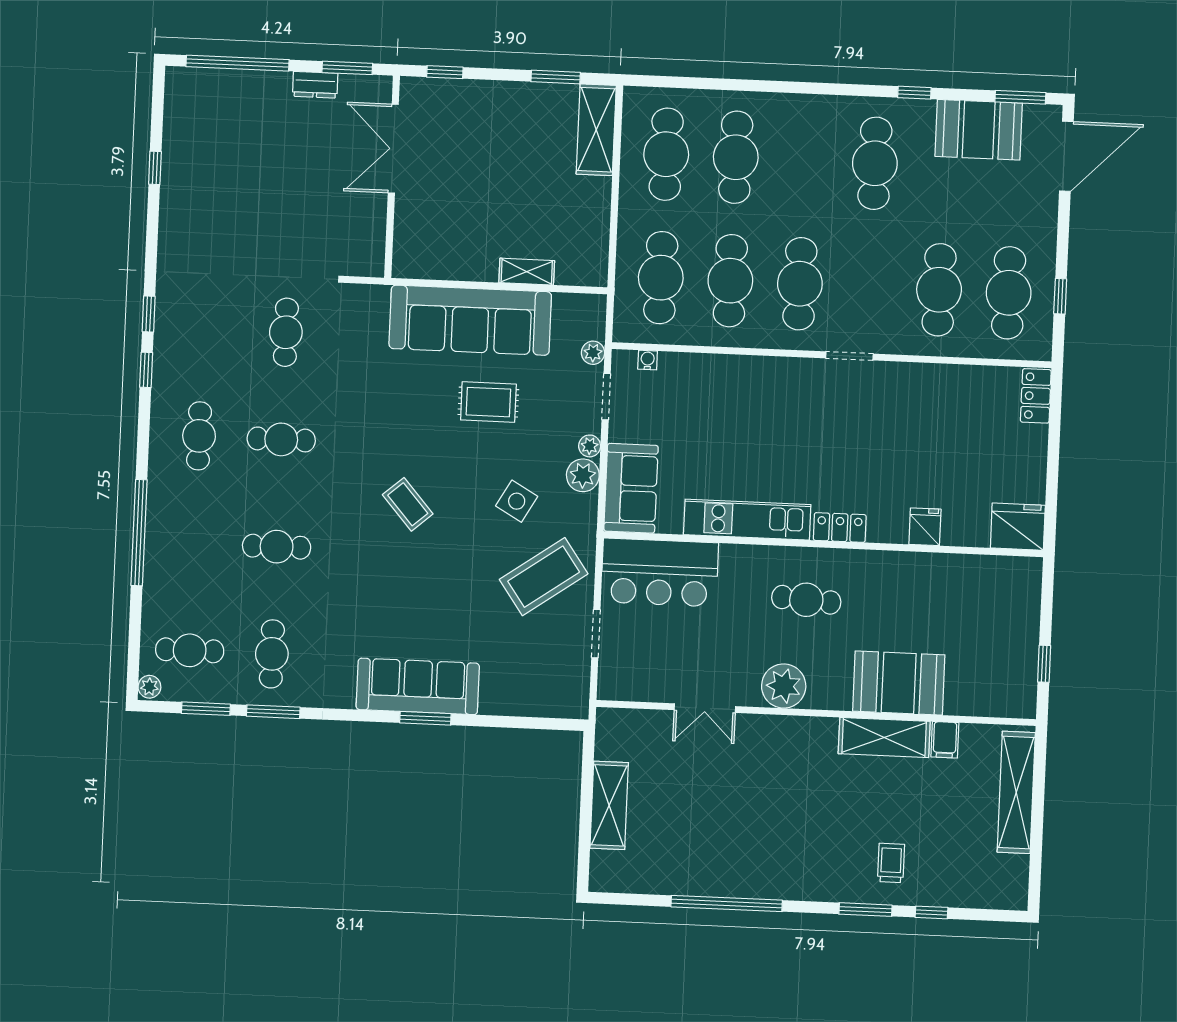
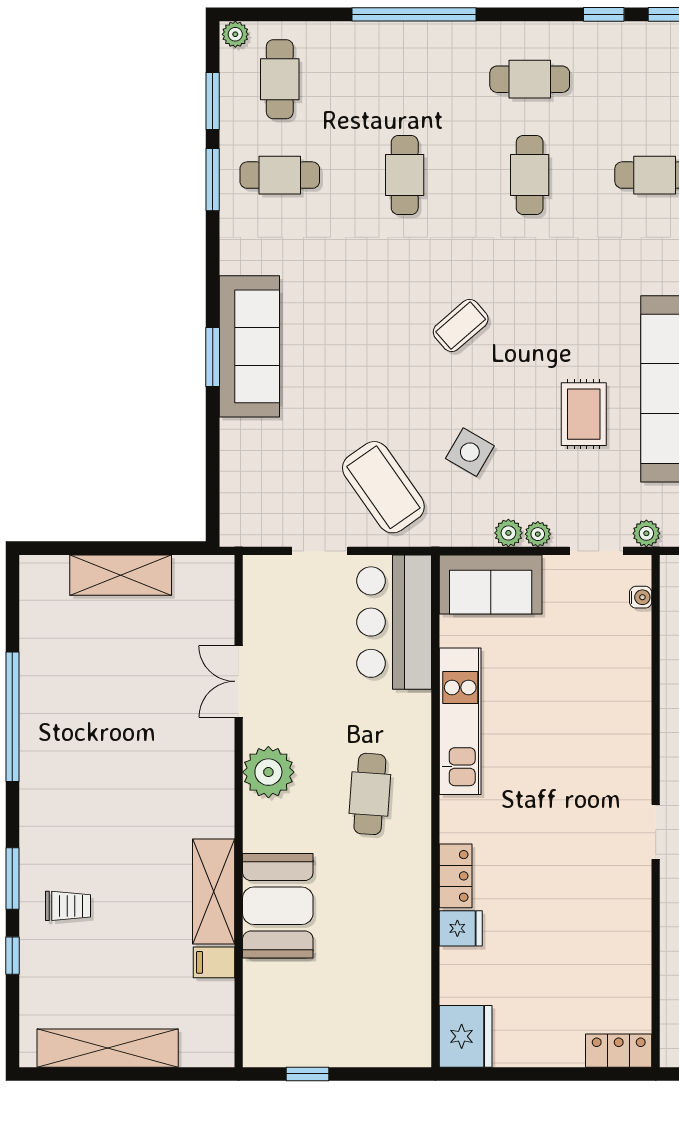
plant: (583, 475) -> (508, 533), width x0.73, depth x0.73
locker: (840, 527) -> (456, 876), moved
shelving: (1016, 792) -> (108, 1048), moved

